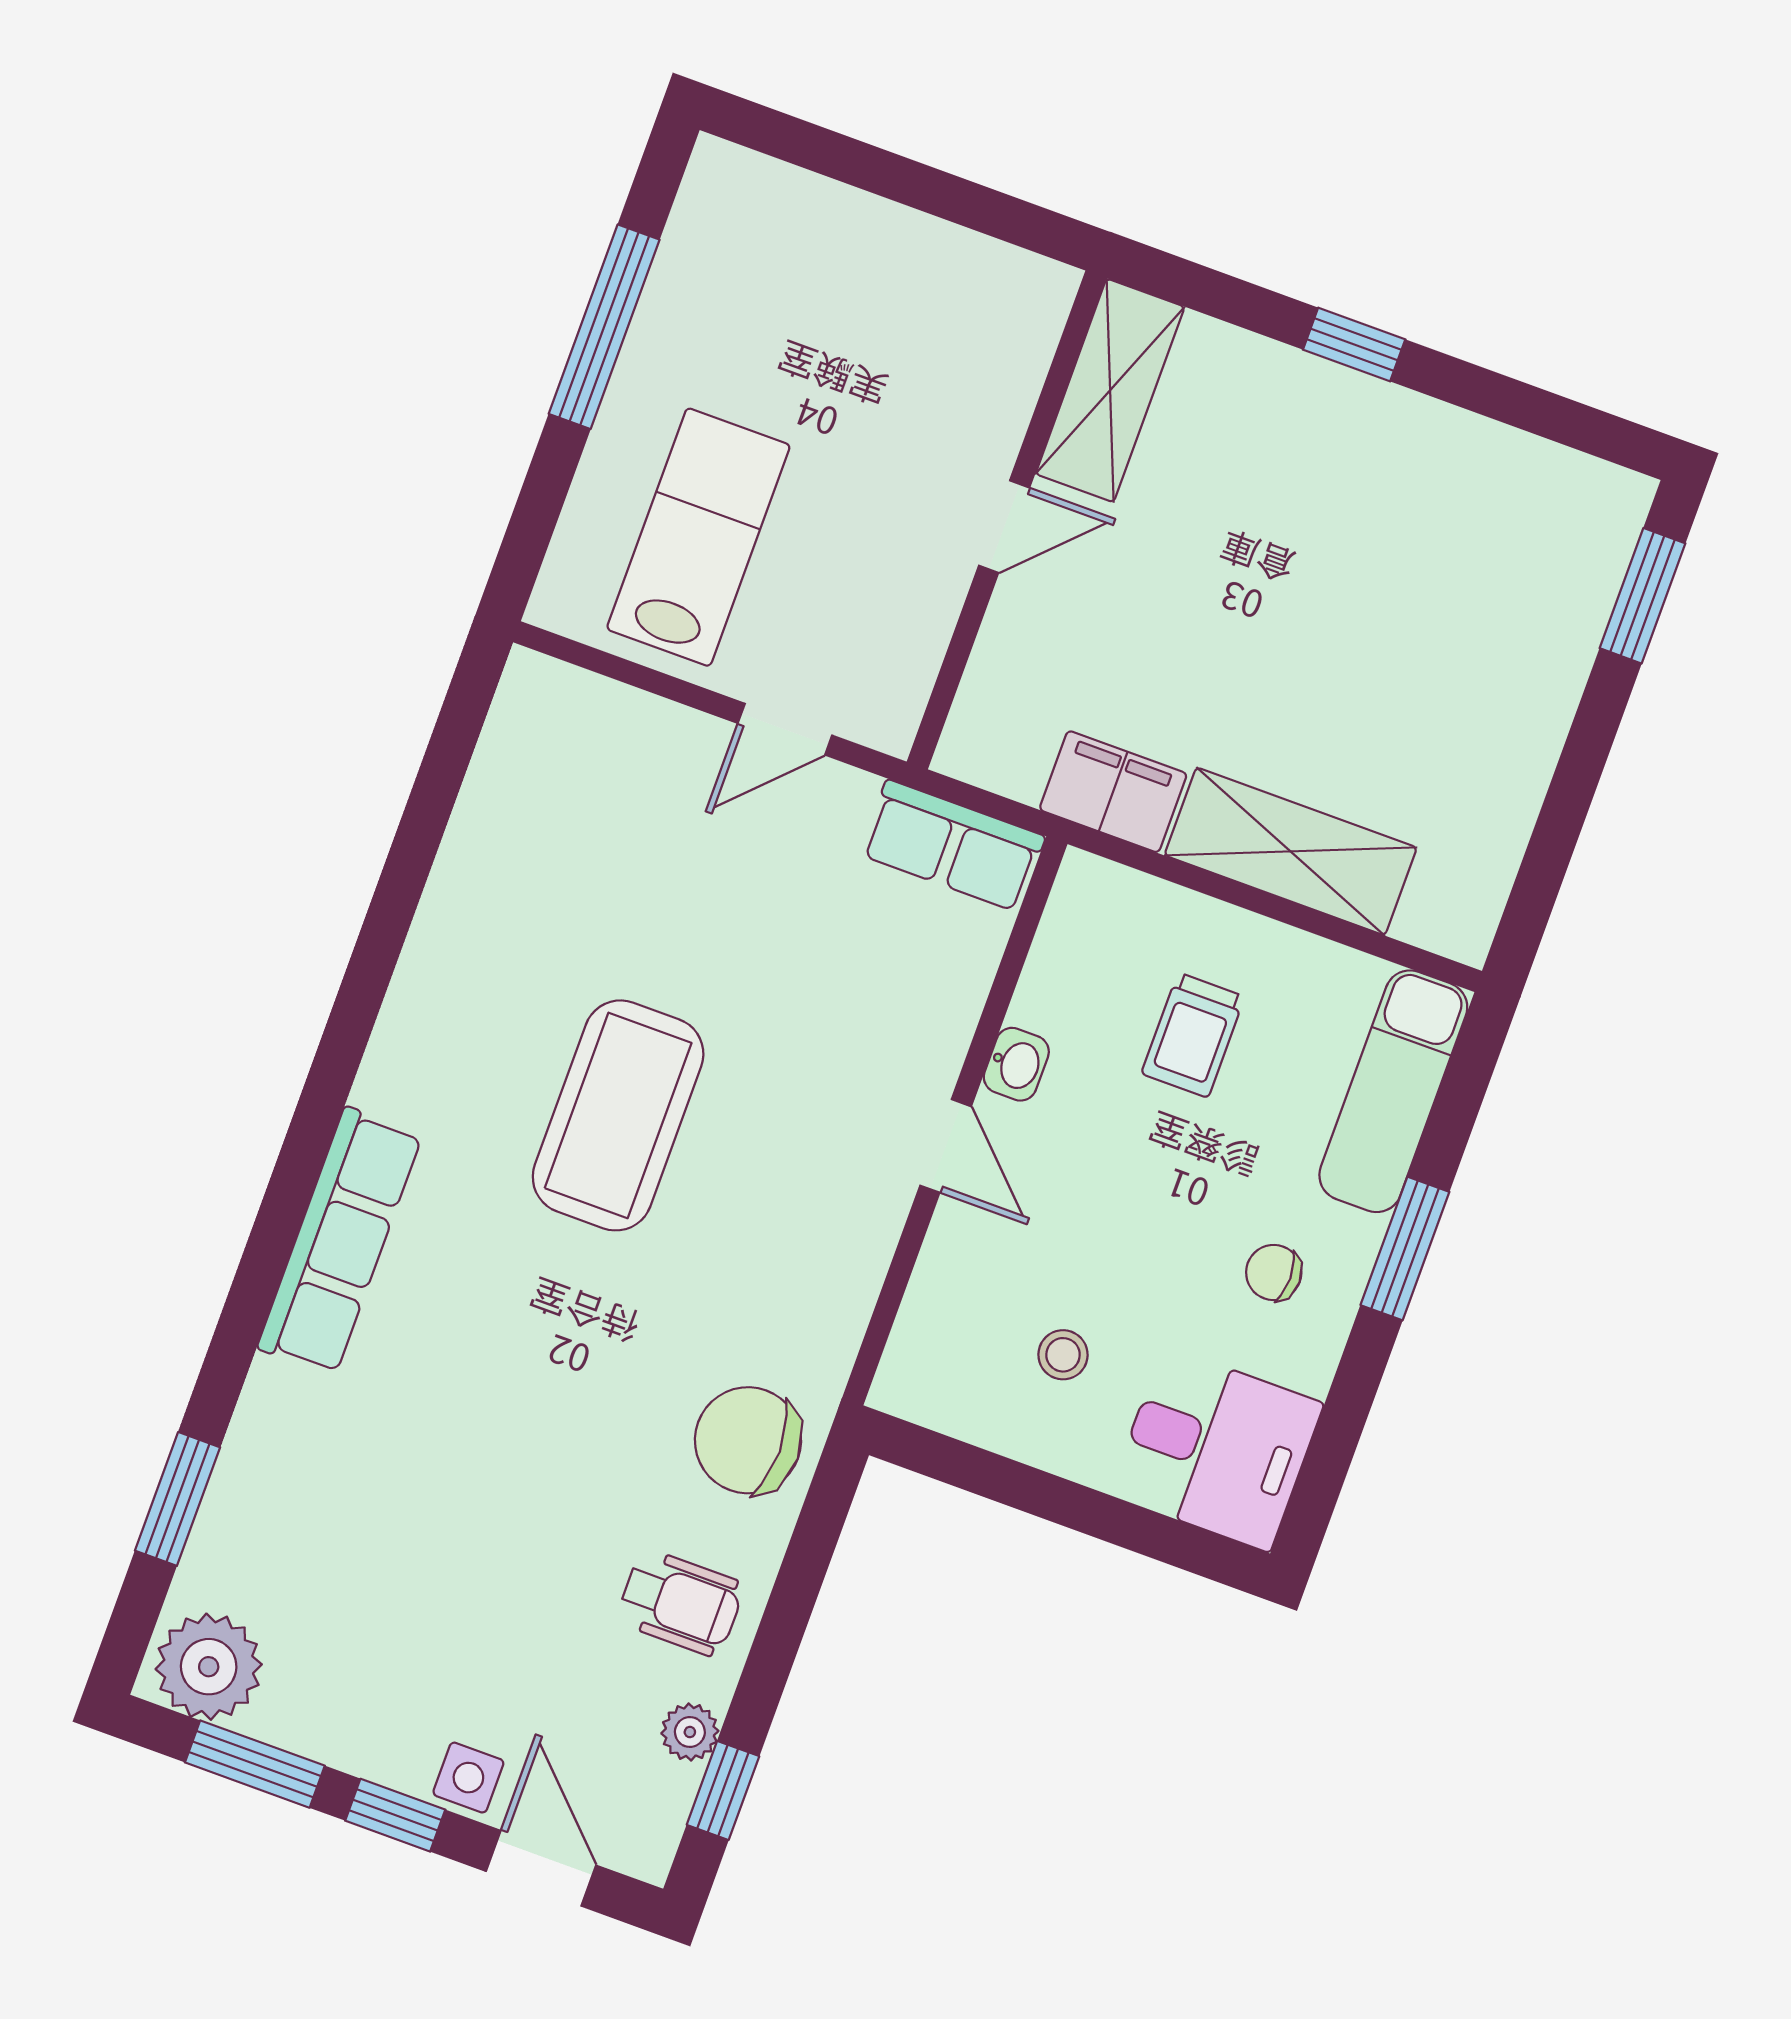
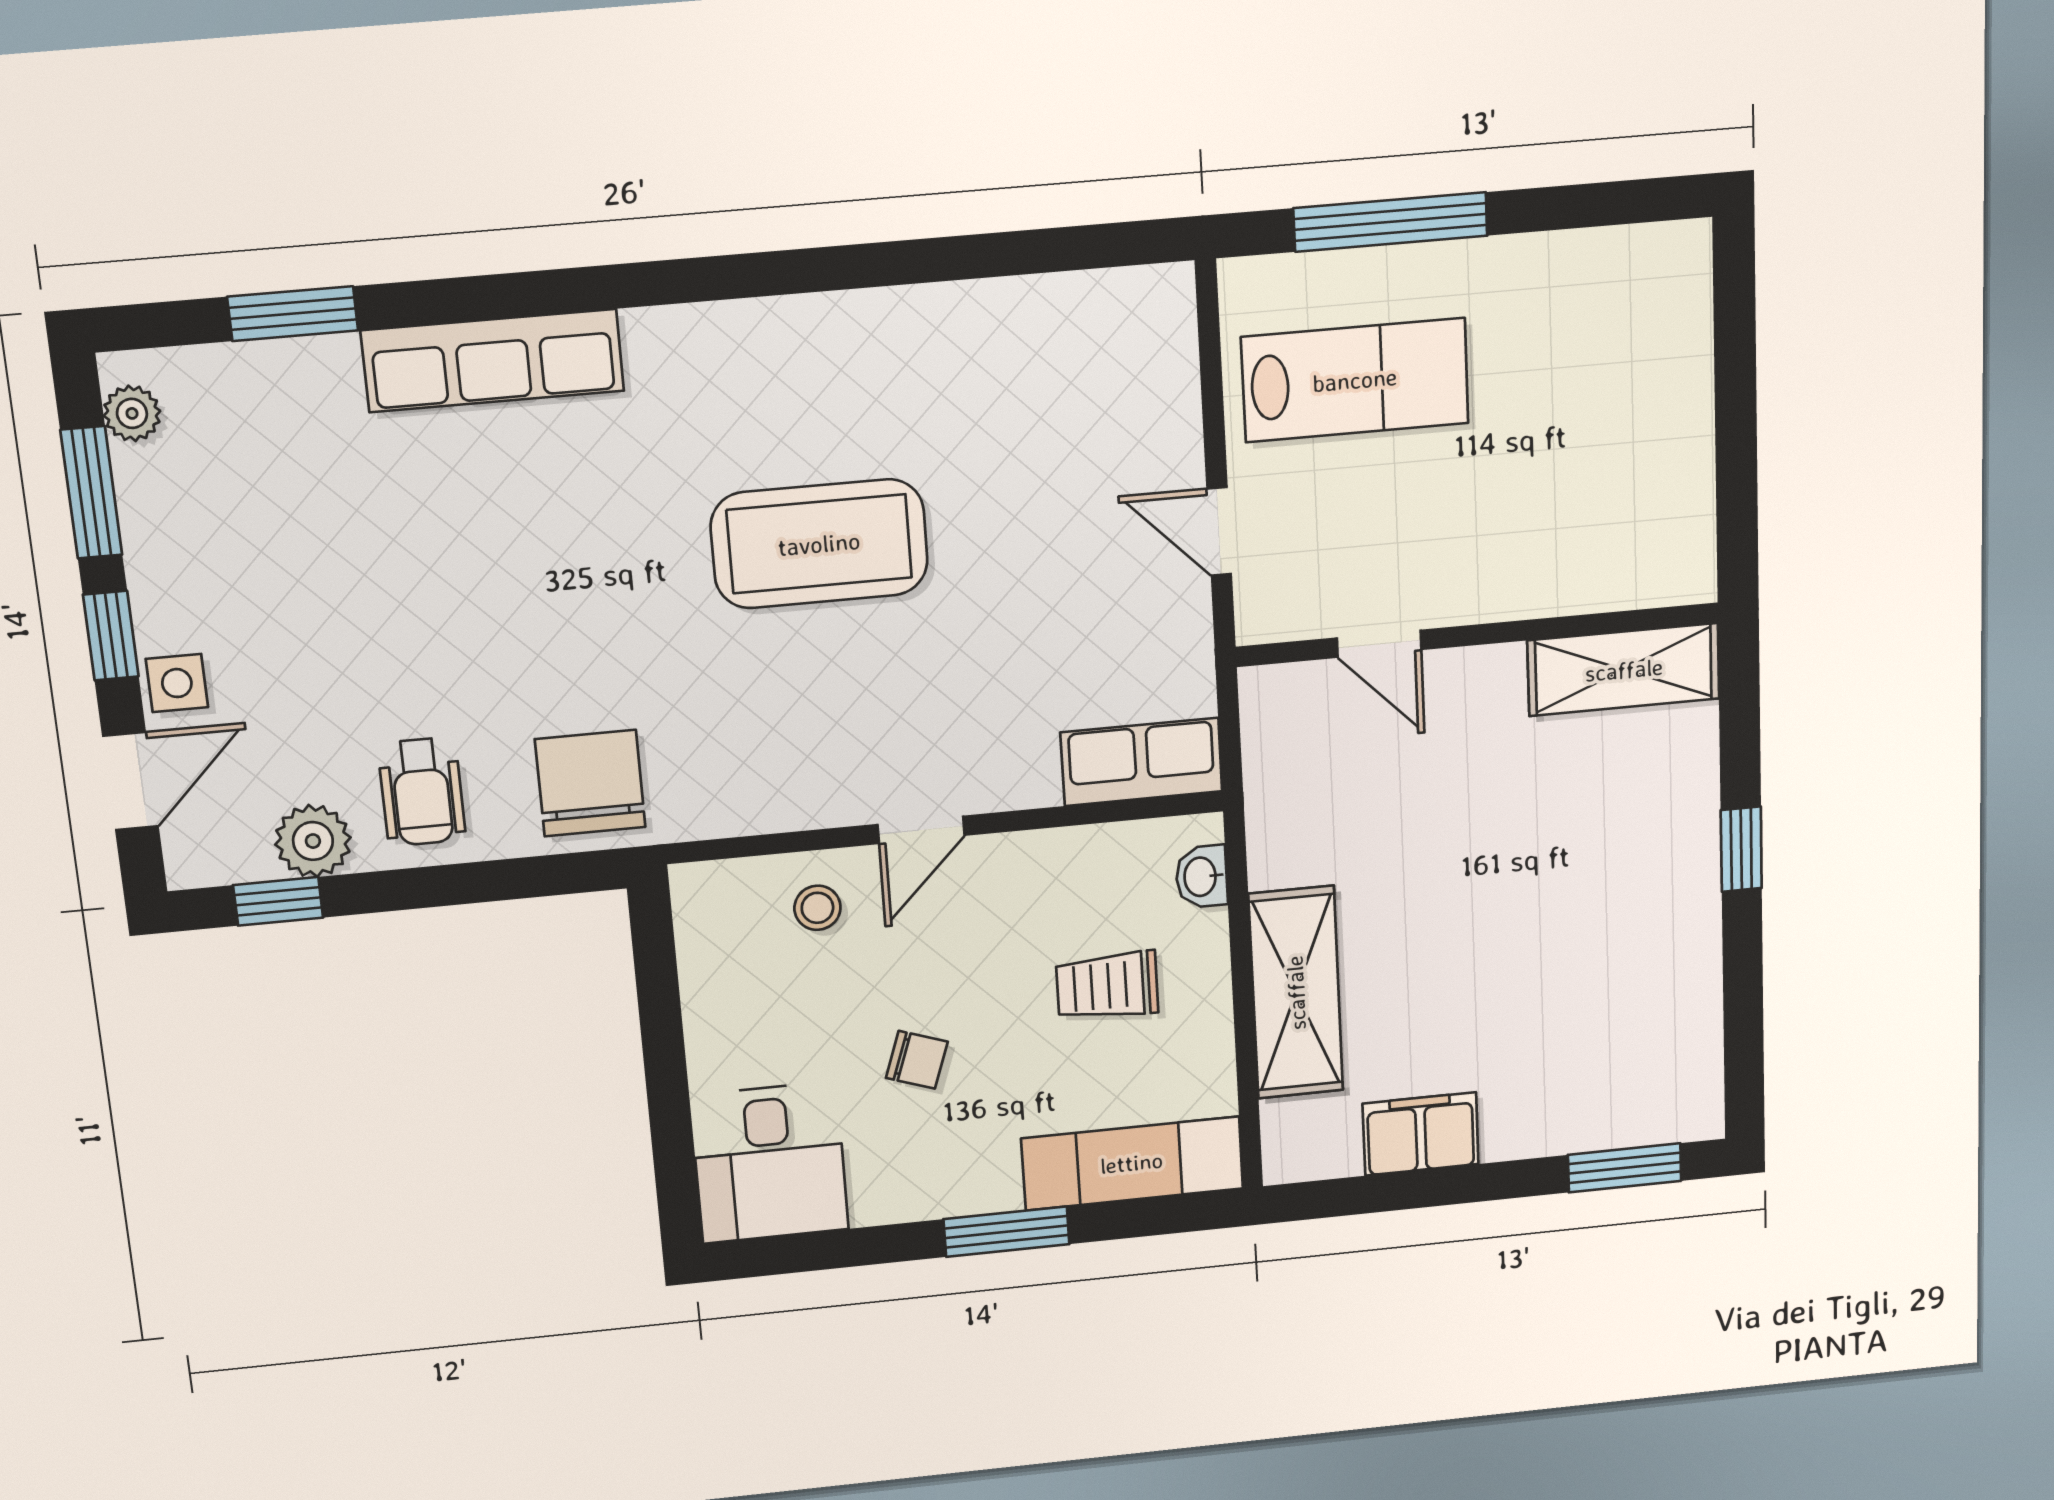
window: (604, 327) -> (1391, 222), moved
door: (1004, 527) -> (1379, 644), moved
filing cabinet: (1113, 792) -> (1421, 1134), moved, turned -90
row of seats: (953, 846) -> (1141, 762), moved, turned 90
washbasin: (1016, 1064) -> (1202, 877), moved, turned 90
row of seats: (340, 1241) -> (493, 361), moved
chair: (1274, 1273) -> (917, 1060), moved, turned 109
stool: (1063, 1355) -> (817, 908), moved
plant: (209, 1667) -> (132, 413), width x0.53, depth x0.53
plant: (690, 1732) -> (313, 841), width x1.38, depth x1.38

